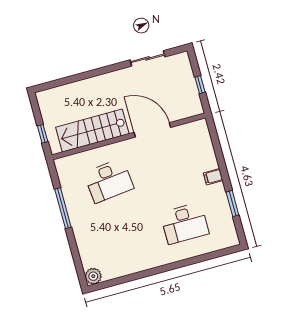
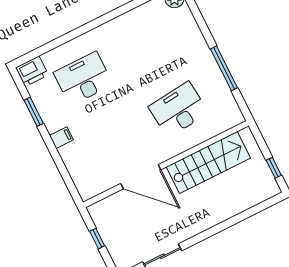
window: (43, 134) -> (274, 168), moved
printer: (227, 238) -> (32, 71), added

